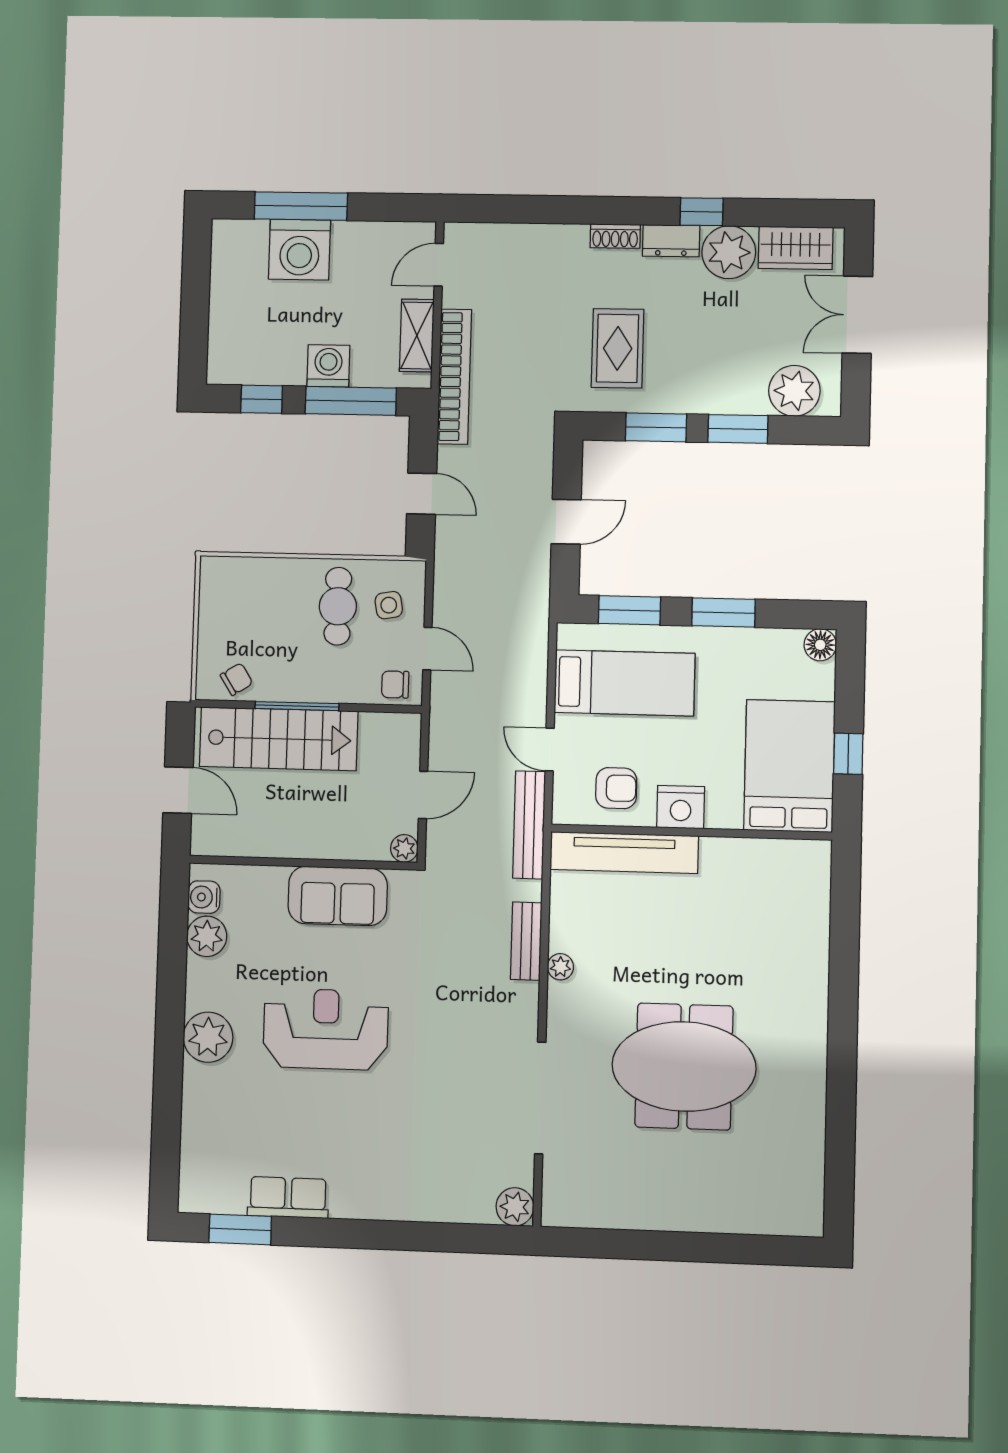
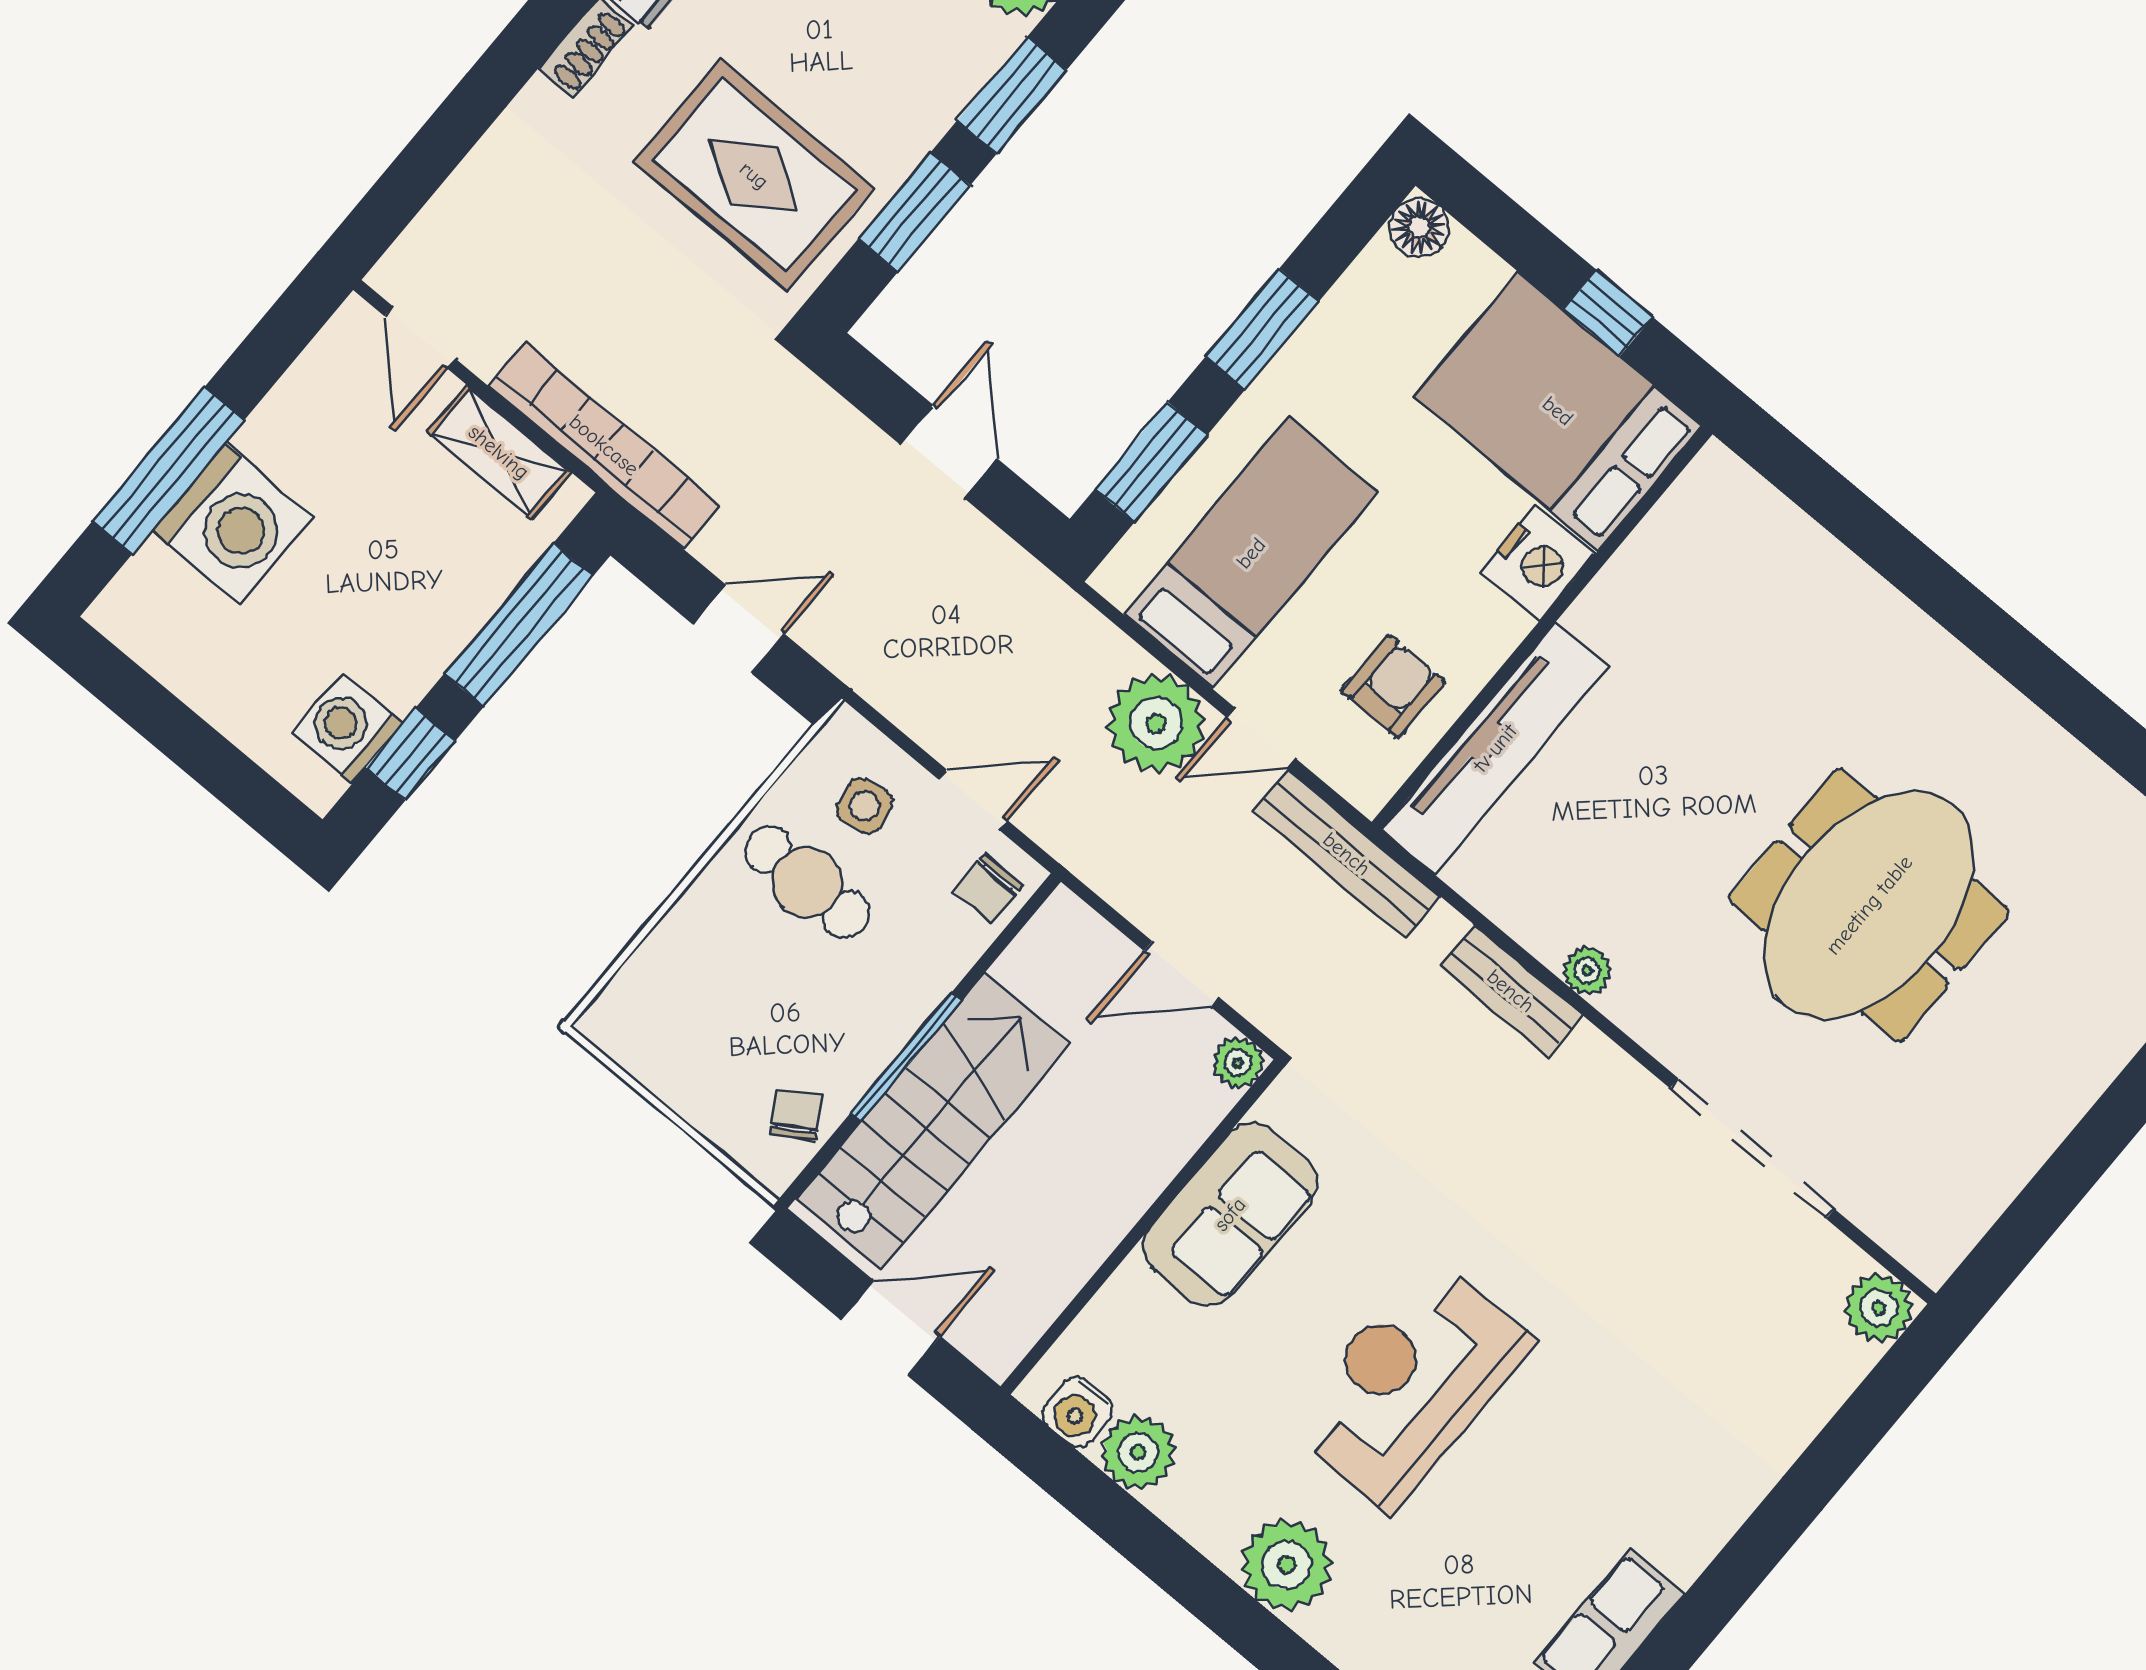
rug: (618, 348) -> (754, 175), width x1.36, depth x1.43
washing machine: (328, 366) -> (347, 728), moved
plant: (521, 700) -> (1156, 723), added
door: (423, 795) -> (1182, 974), swing flipped
nightstand: (681, 807) -> (1538, 563), moved

